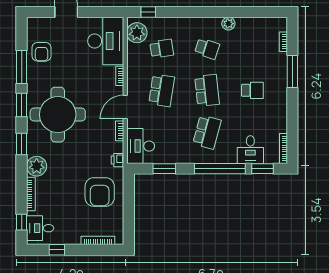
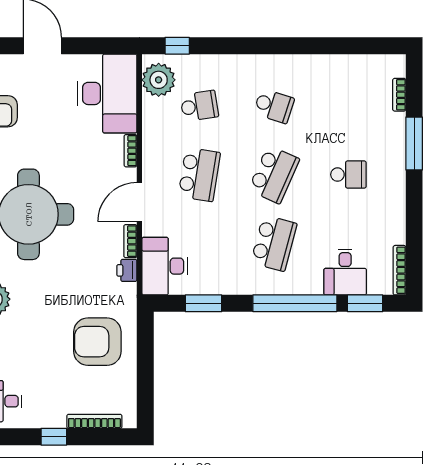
plant: (228, 24) -> (309, 65), removed
school desk: (207, 90) -> (274, 175), turned 30
printer: (118, 160) -> (127, 270), moved
armchair: (100, 192) -> (97, 342), turned 90
window: (57, 250) -> (54, 437), moved

